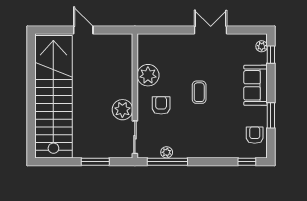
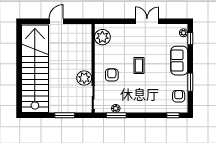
door: (83, 30) -> (56, 21), hinge flipped
plant: (148, 75) -> (102, 37), moved
window: (167, 162) -> (116, 115), width x0.69

